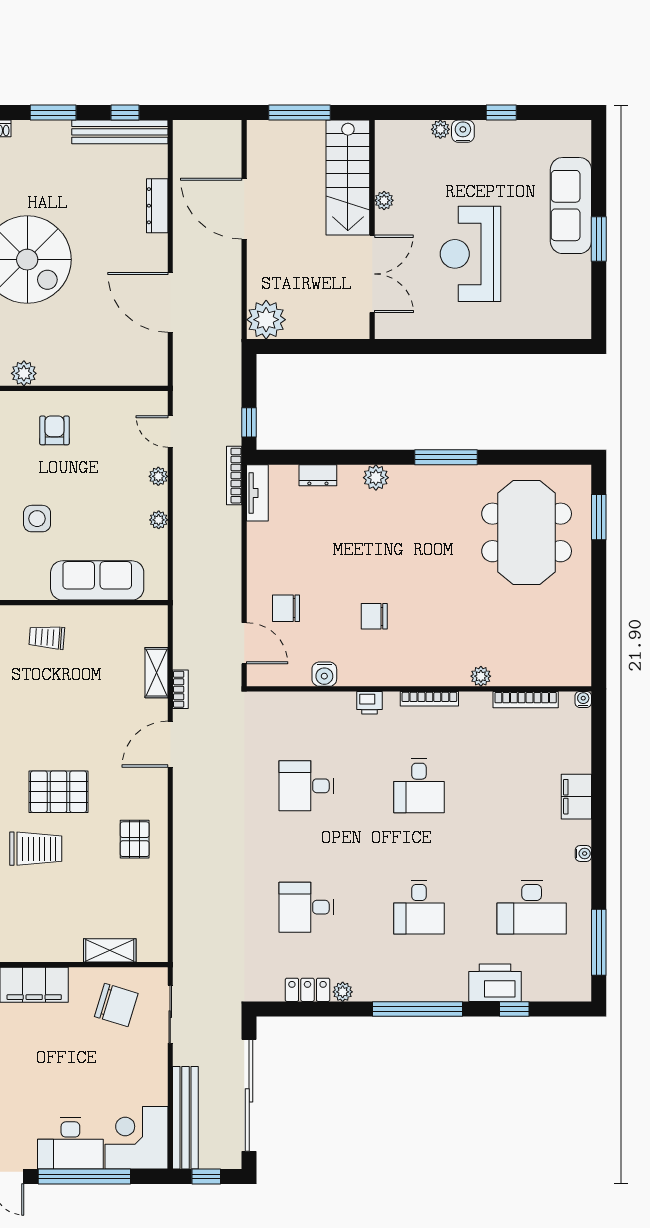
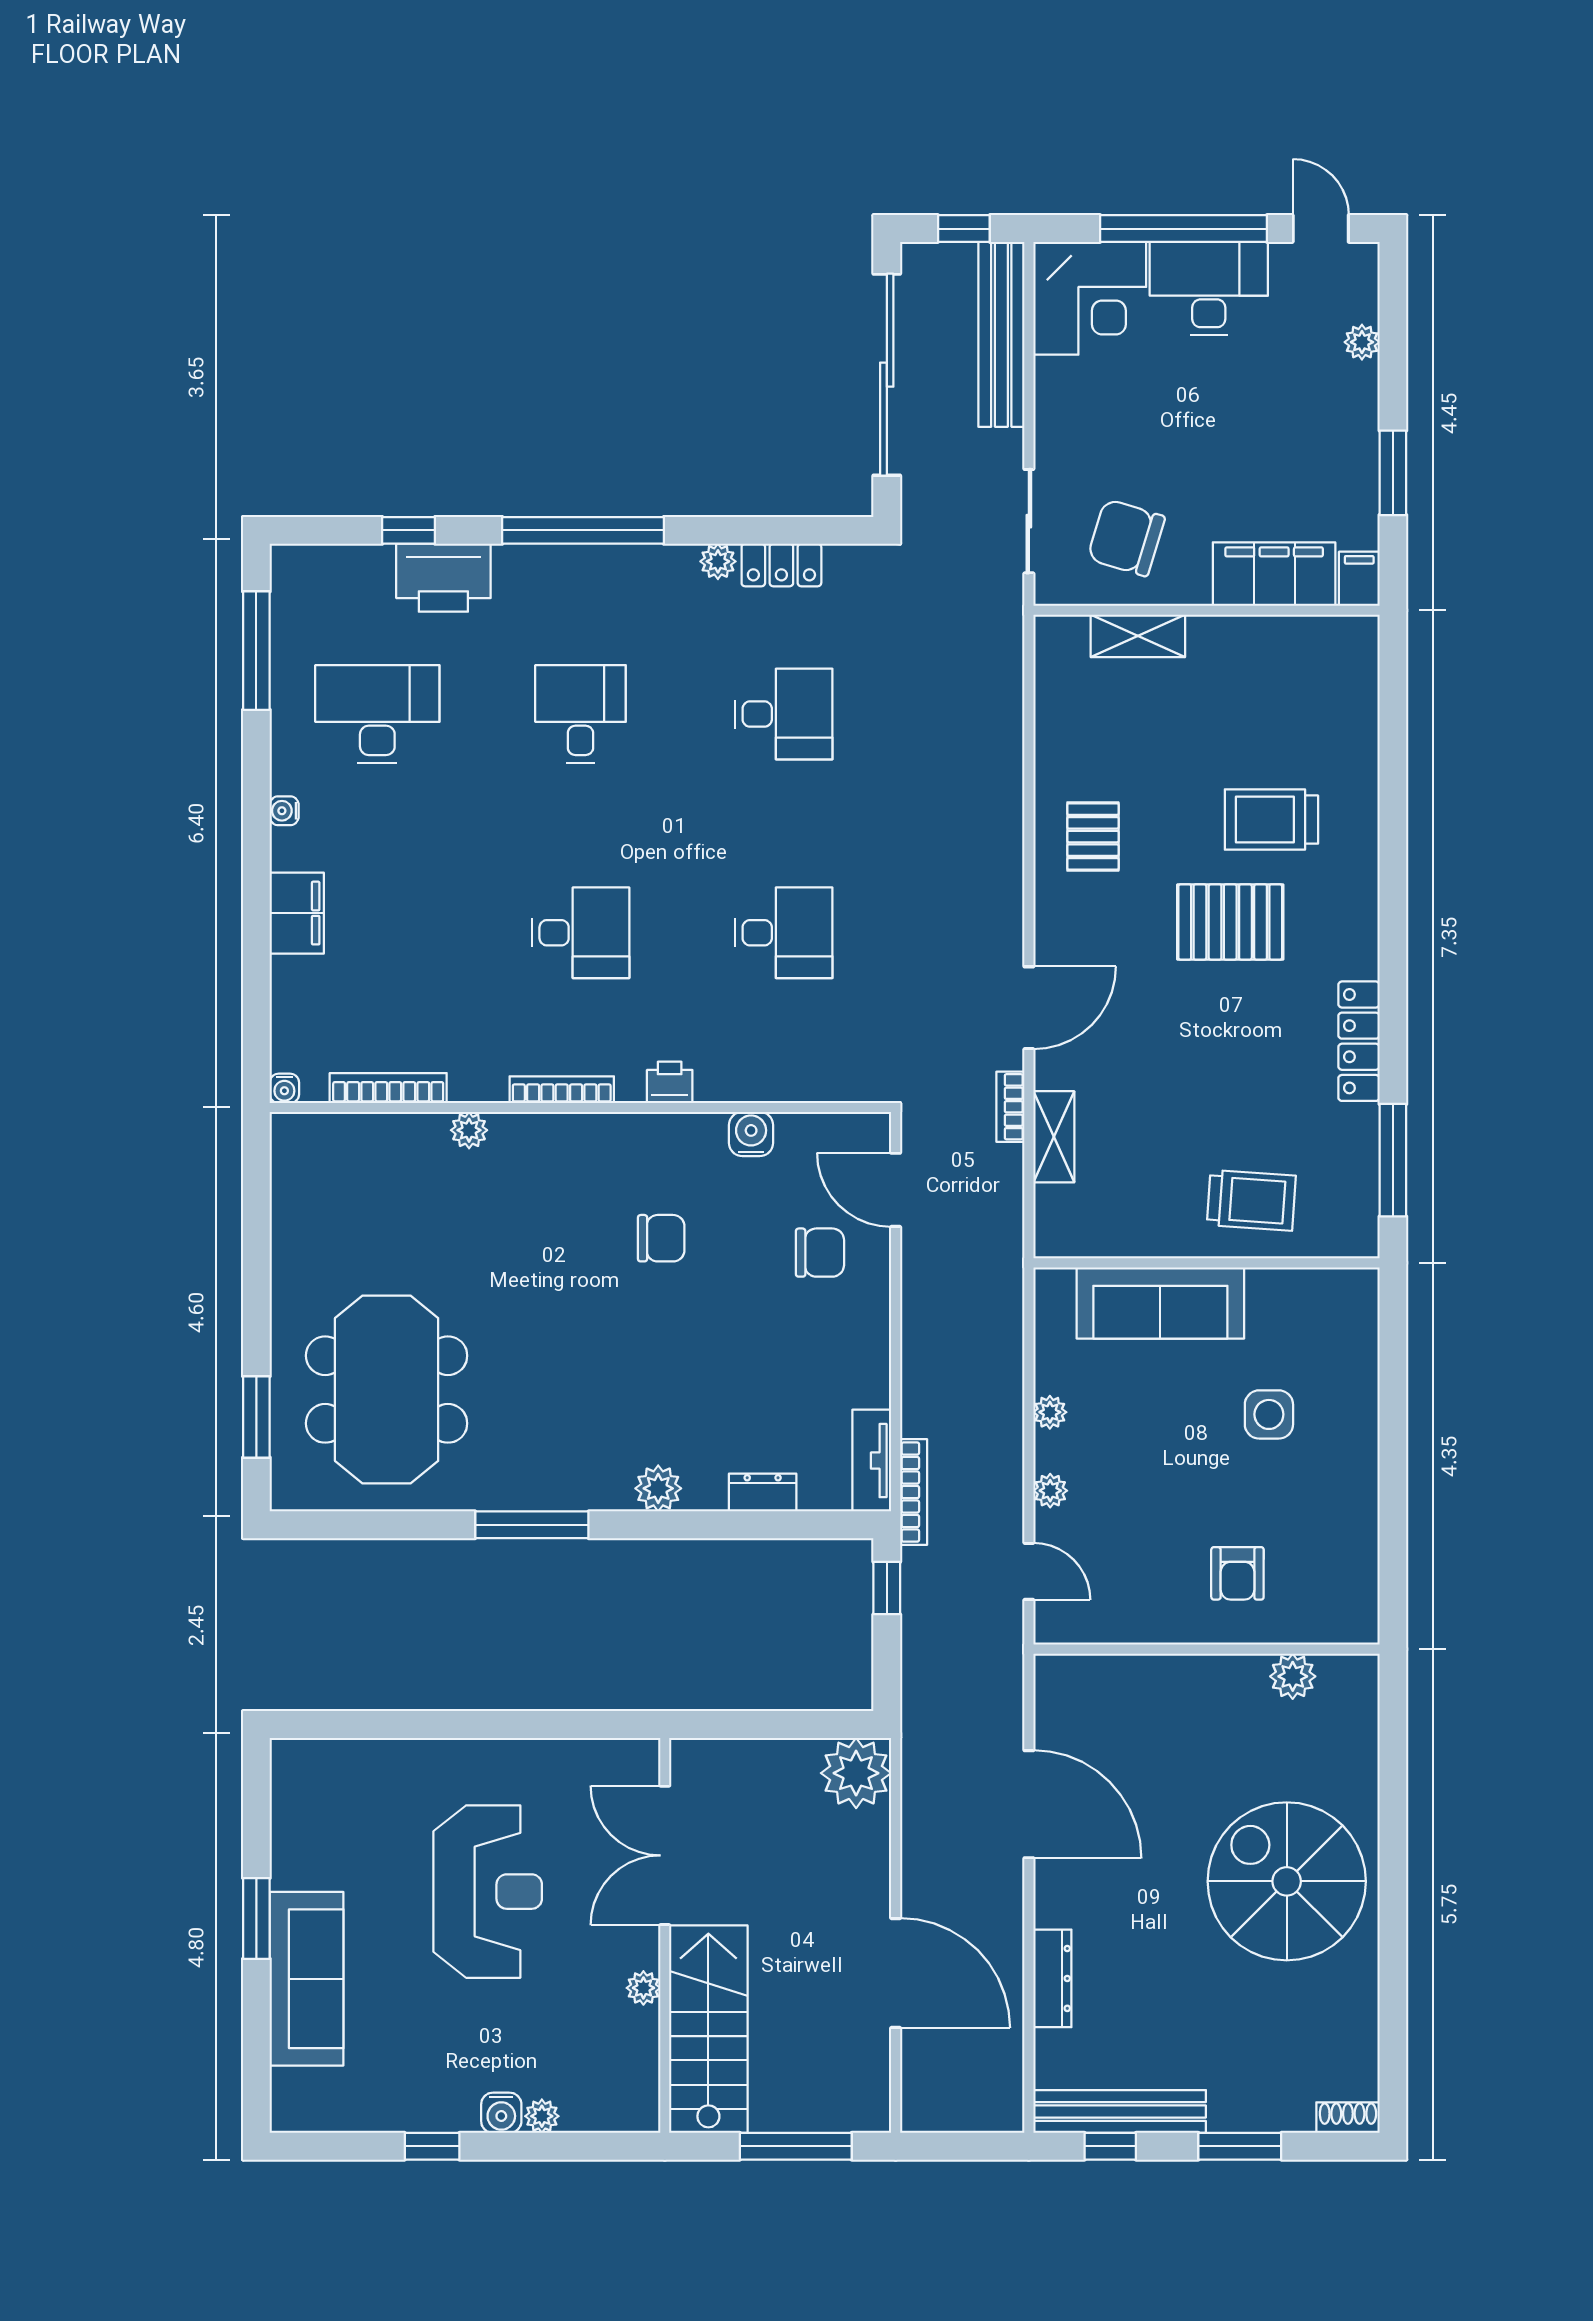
trolley: (47, 637) -> (1251, 1200), width x1.36, depth x1.39
desk: (419, 786) -> (580, 933), turned 90

